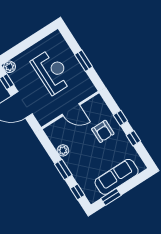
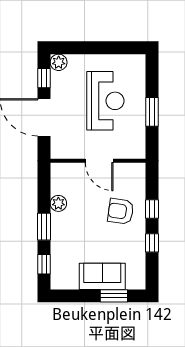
armchair: (103, 131) -> (121, 211), turned 98
sofa: (117, 177) -> (102, 276), width x0.73
window: (111, 197) -> (114, 296), moved

